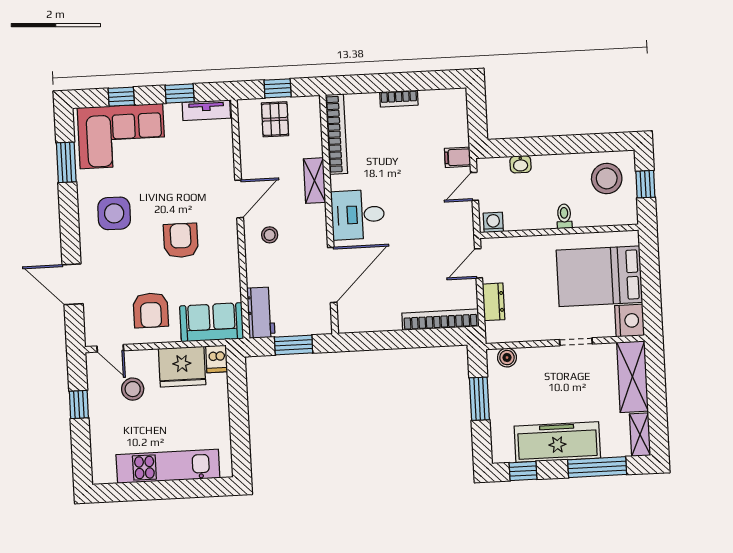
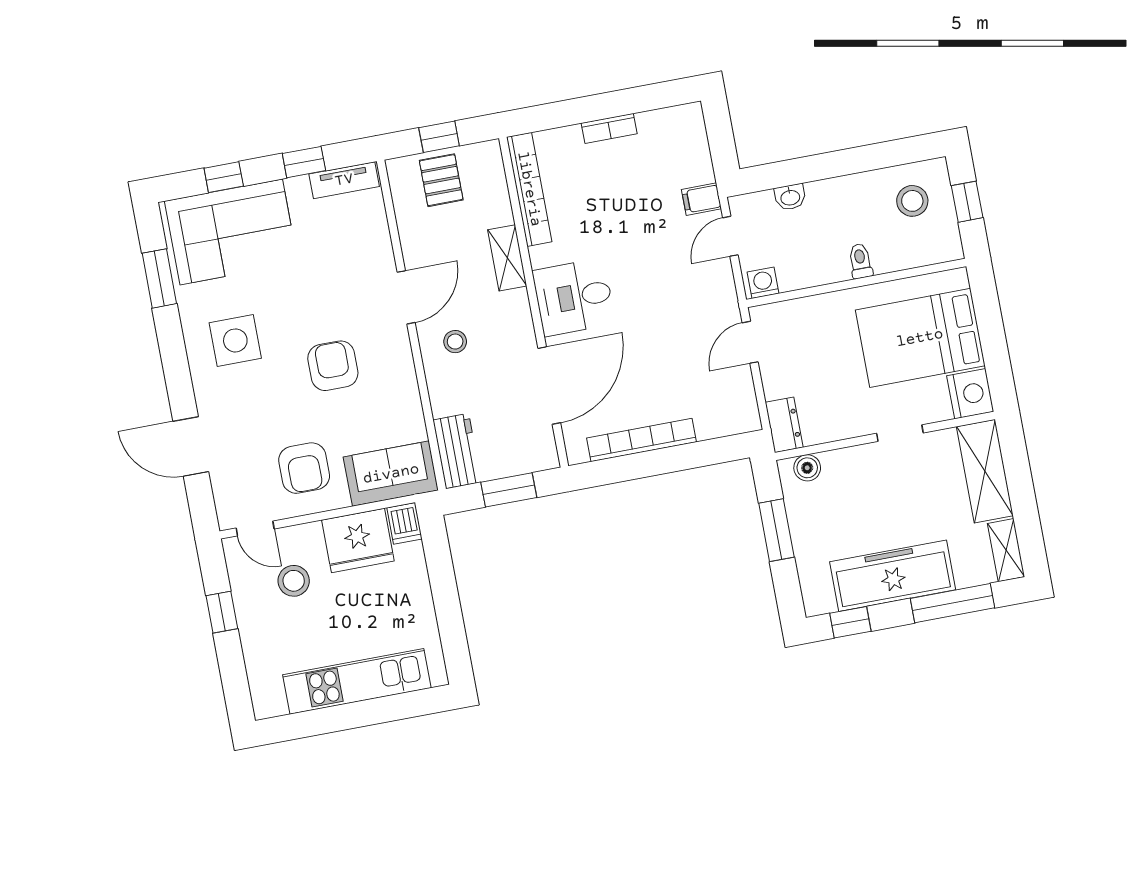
stool: (607, 178) -> (912, 201), width x0.73, depth x0.73
dresser: (494, 302) -> (784, 425), moved
bookcase: (440, 320) -> (641, 440), moved

